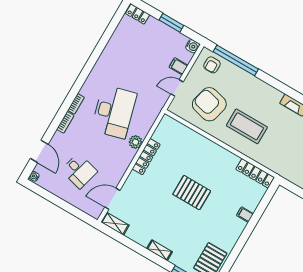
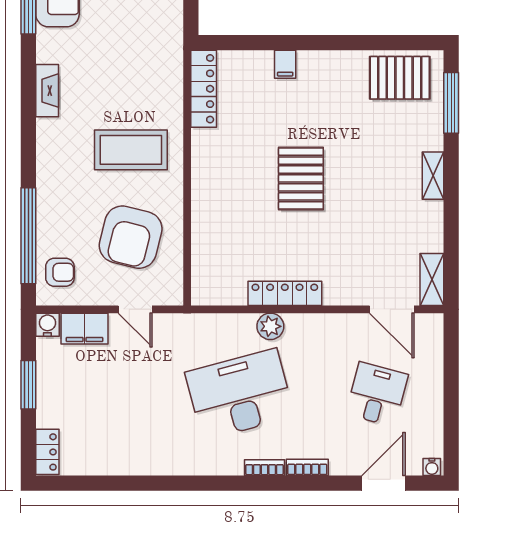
filing cabinet: (179, 66) -> (85, 329), width x2.00
coffee table: (247, 126) -> (131, 150), turned 90

